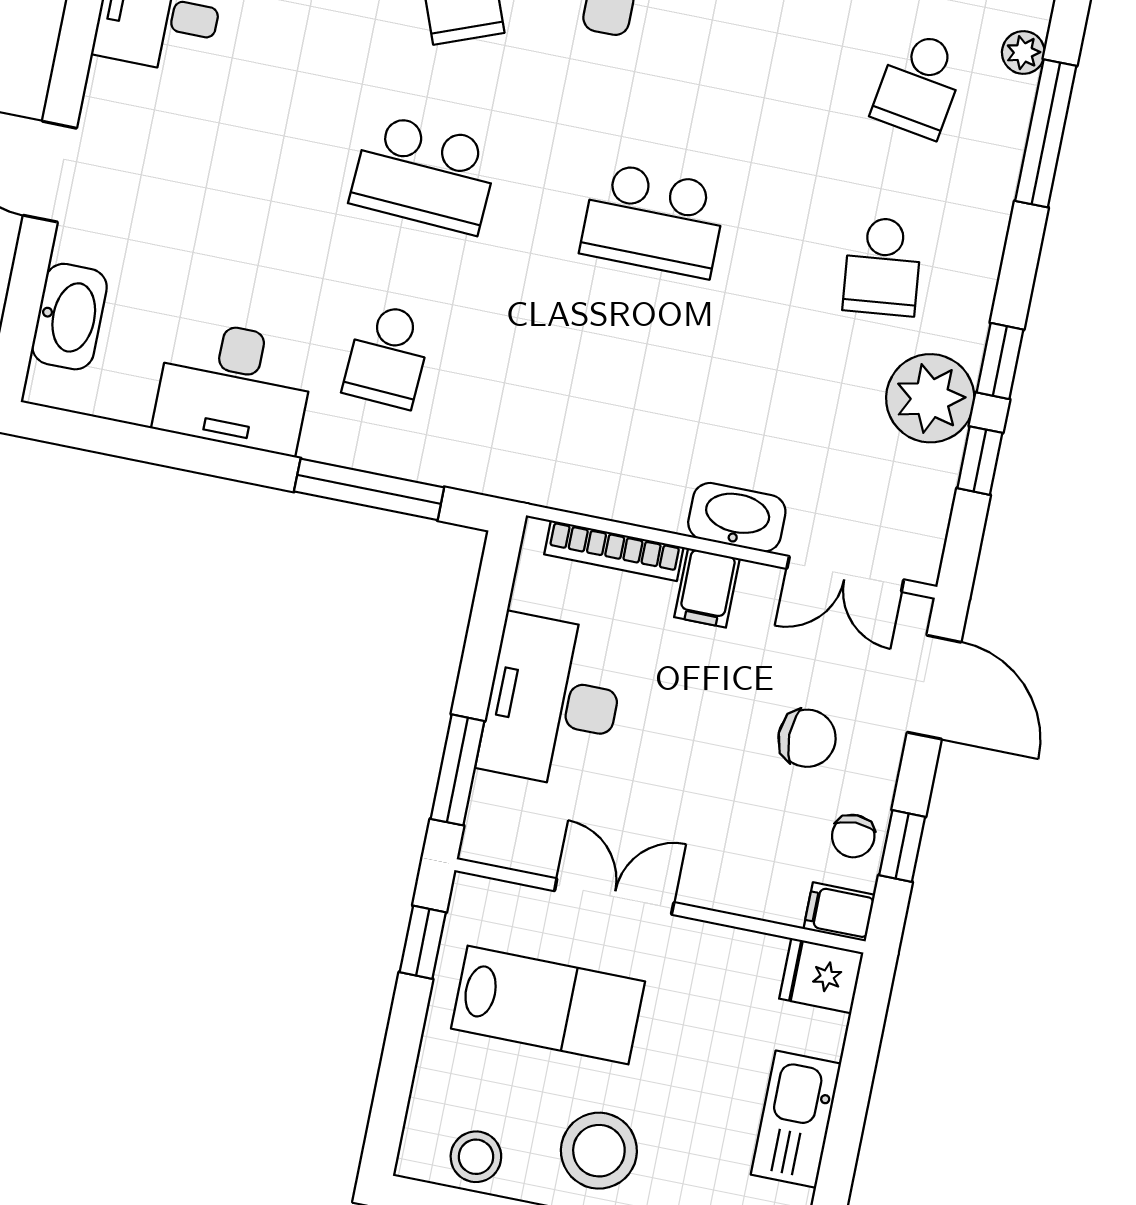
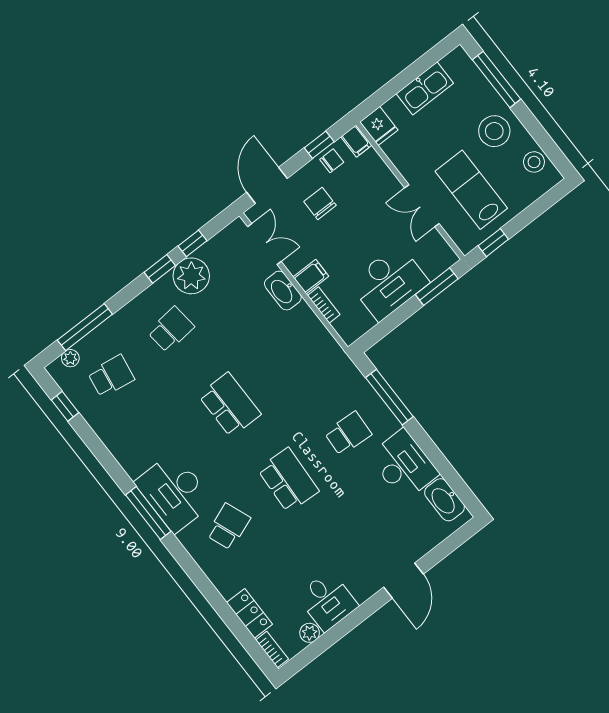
washbasin: (69, 317) -> (444, 500), moved, turned -90
bookcase: (614, 551) -> (324, 305), width x0.64

